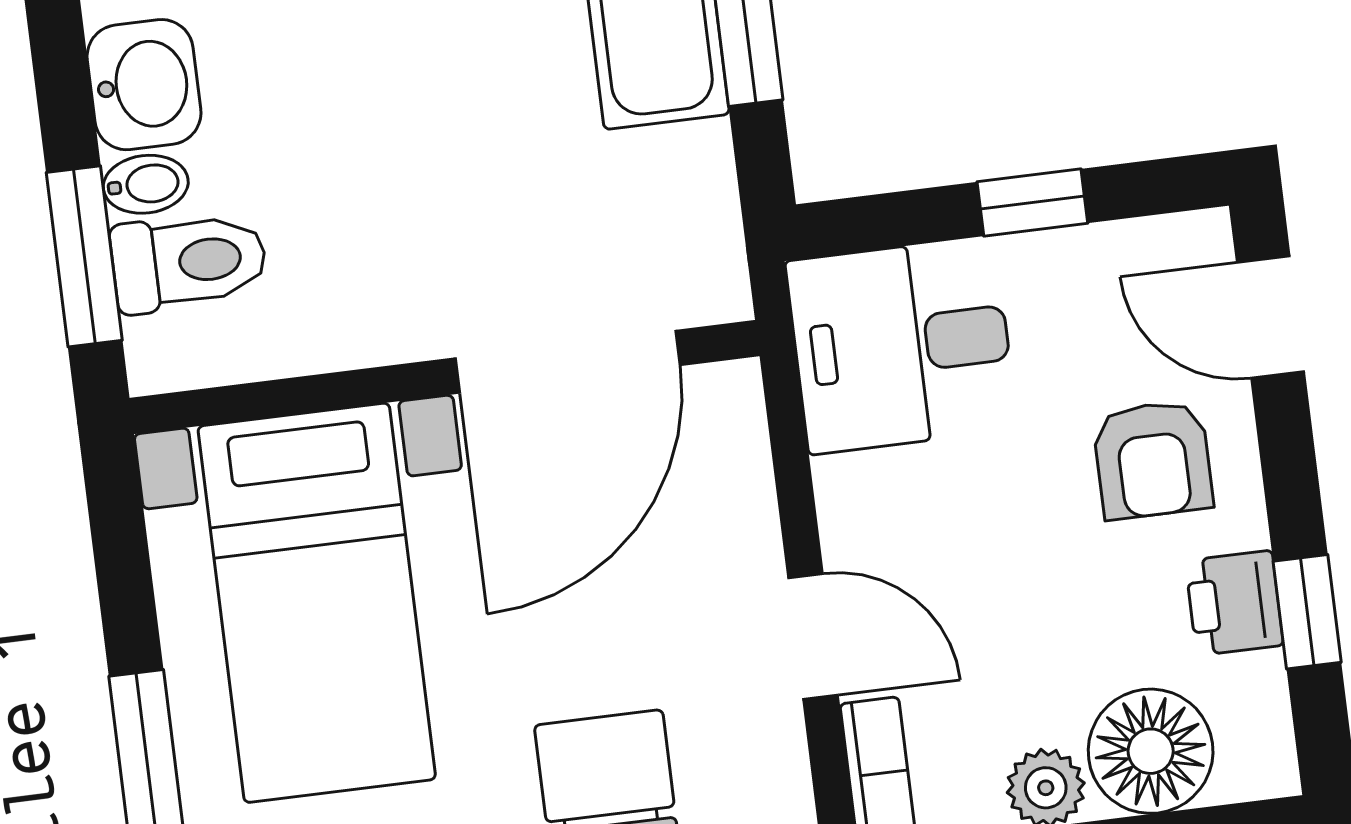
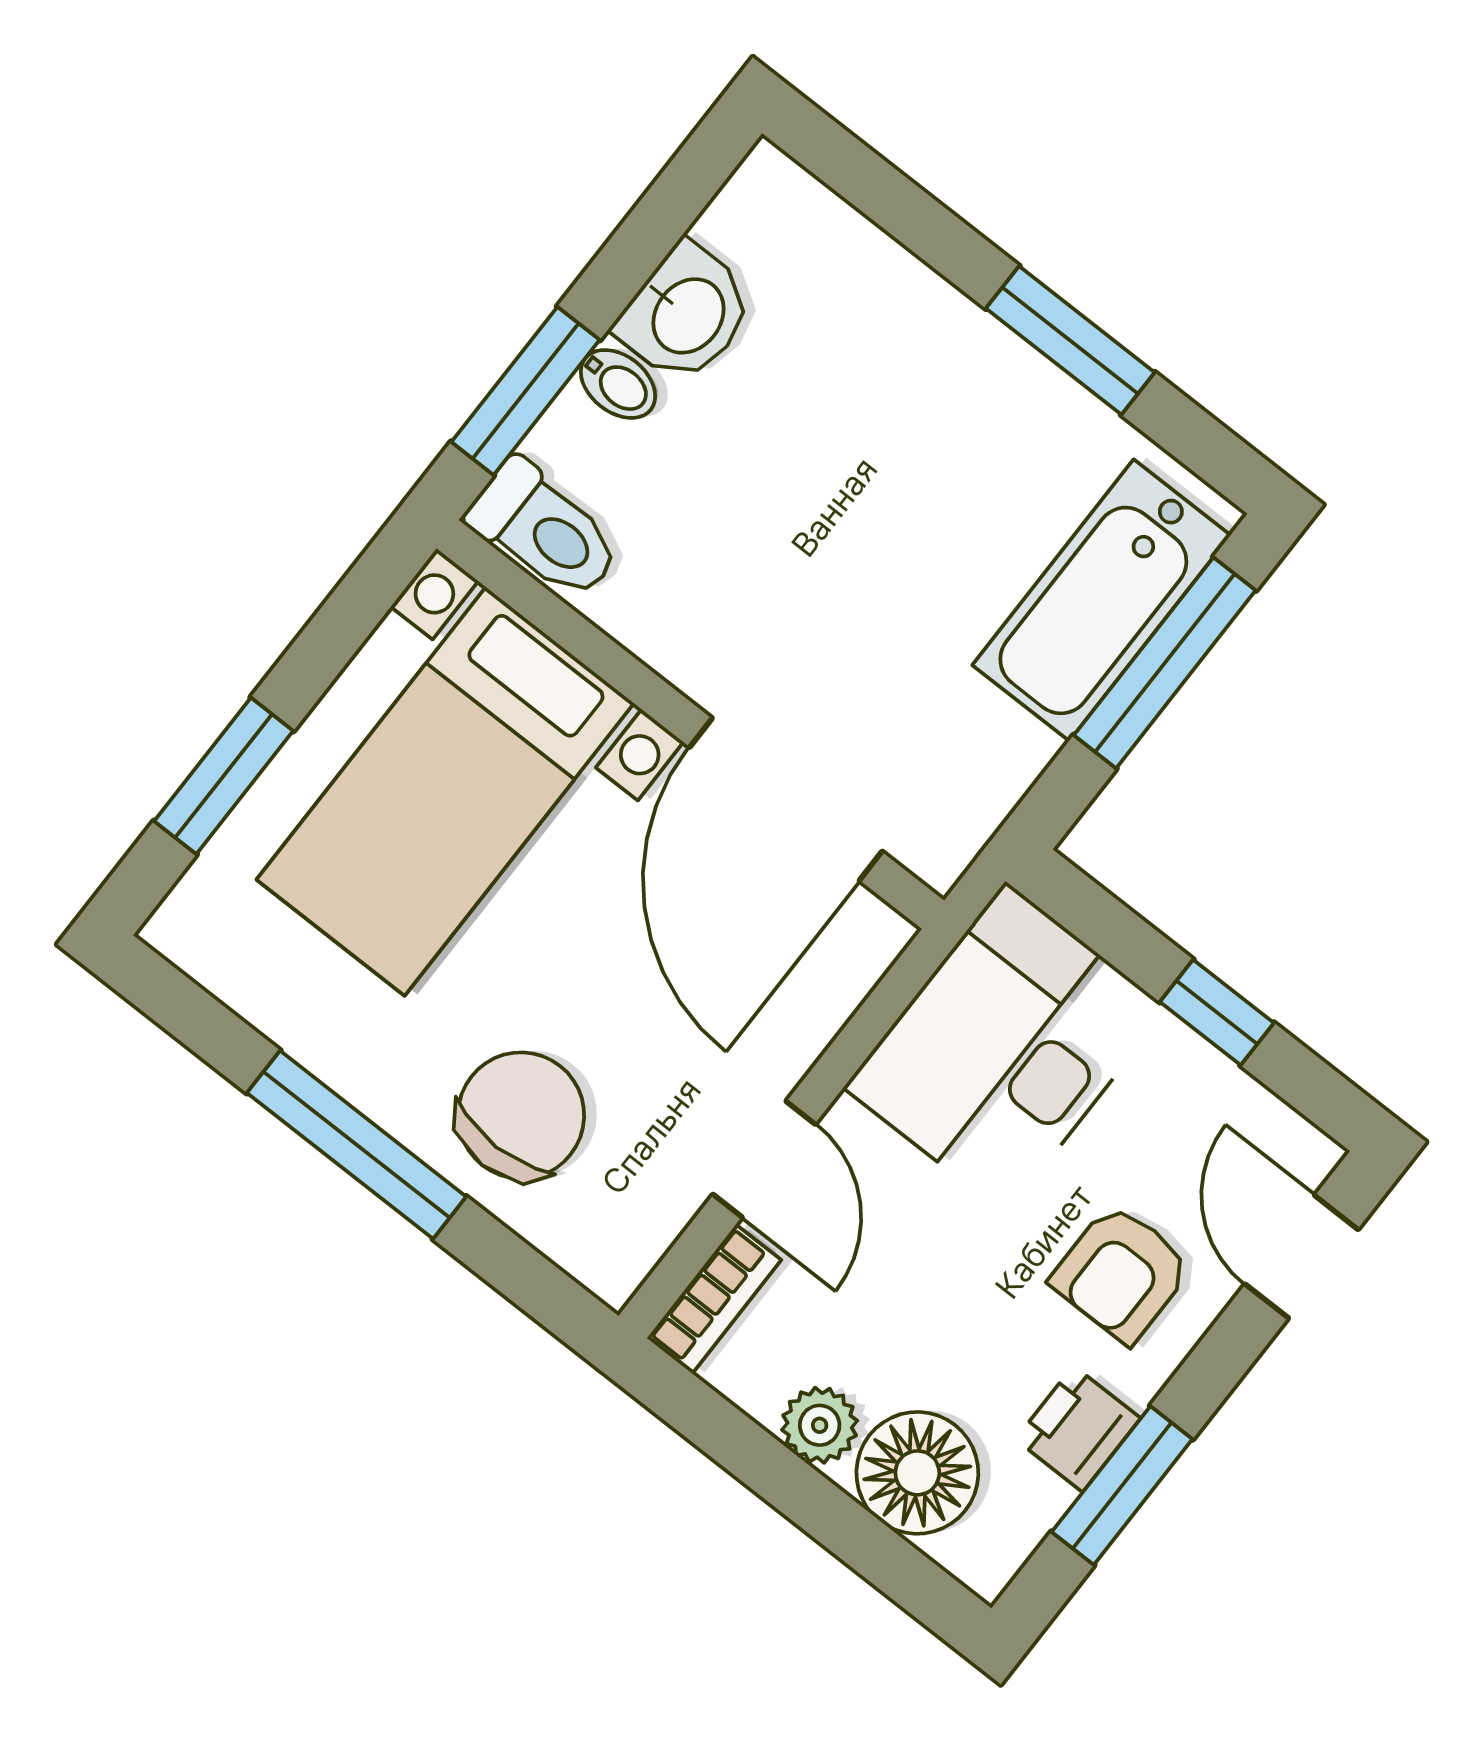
toilet: (189, 262) -> (545, 530), moved
desk: (902, 345) -> (1006, 1048), width x1.37
door: (568, 362) -> (786, 799), hinge flipped
window: (1307, 612) -> (1122, 1485), width x1.50

